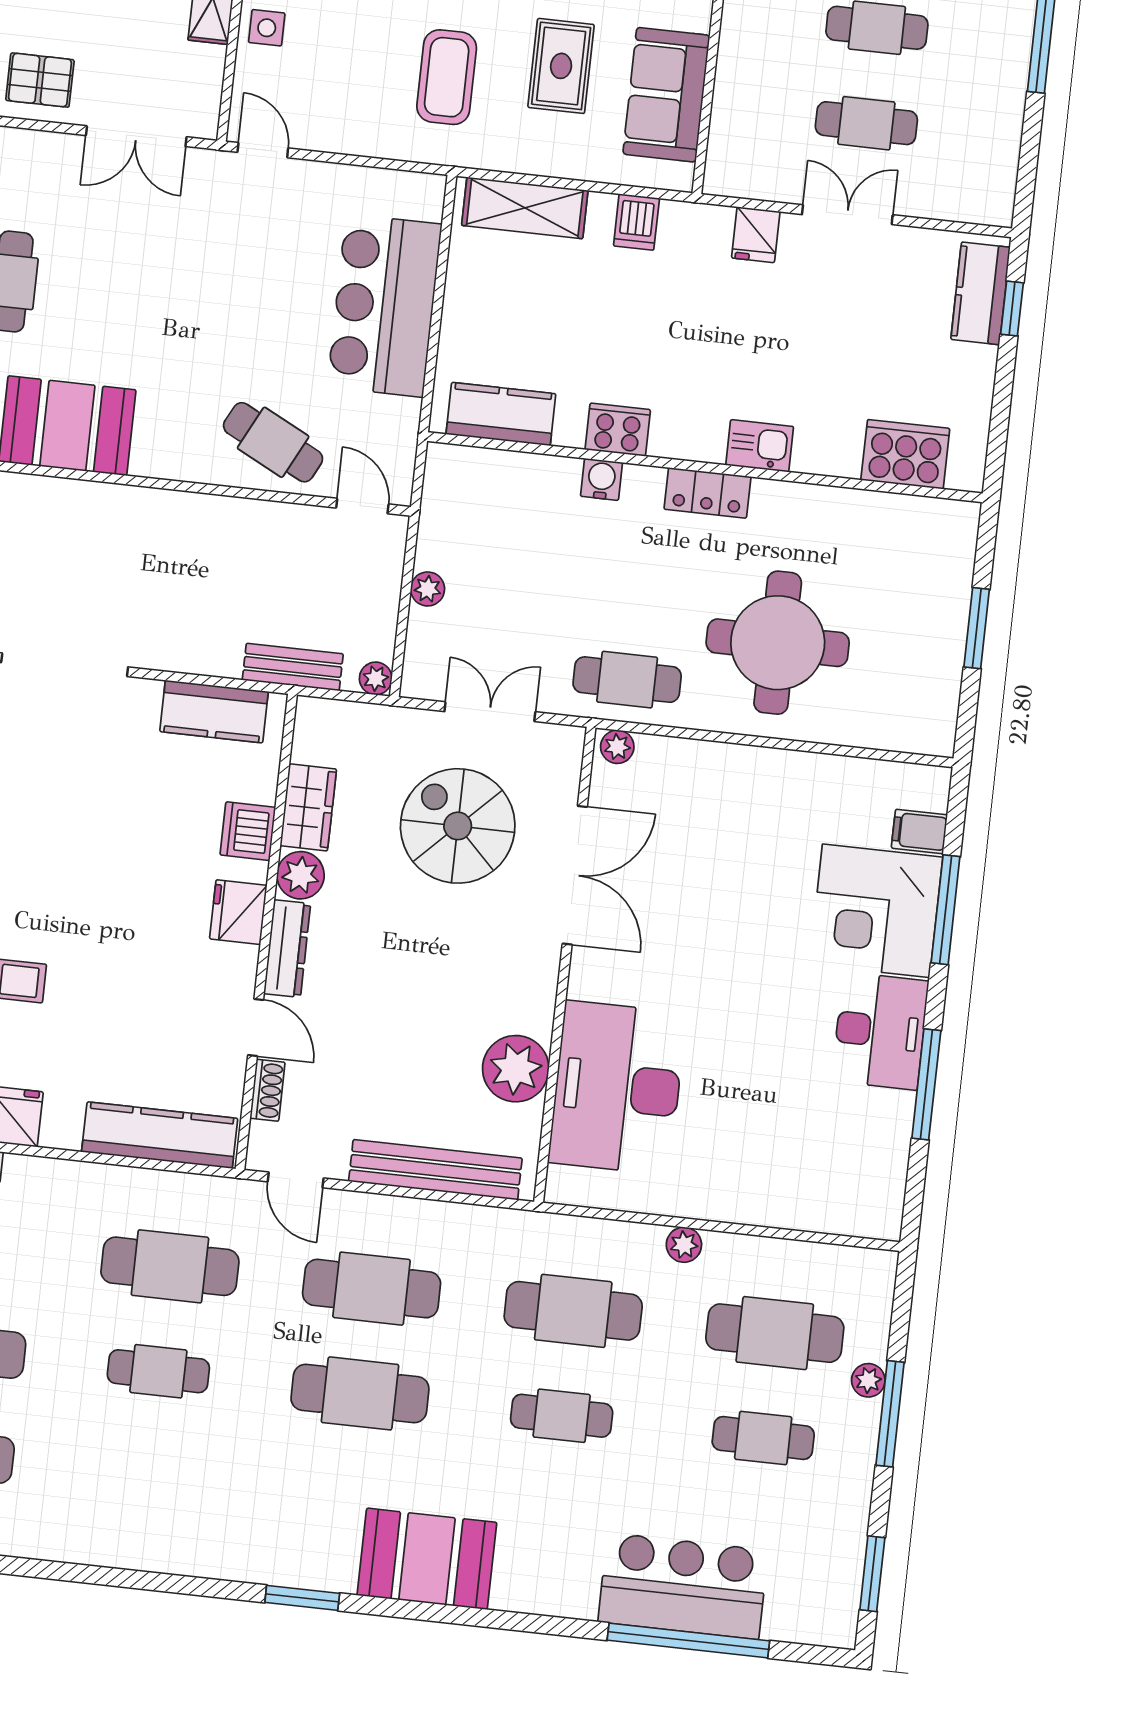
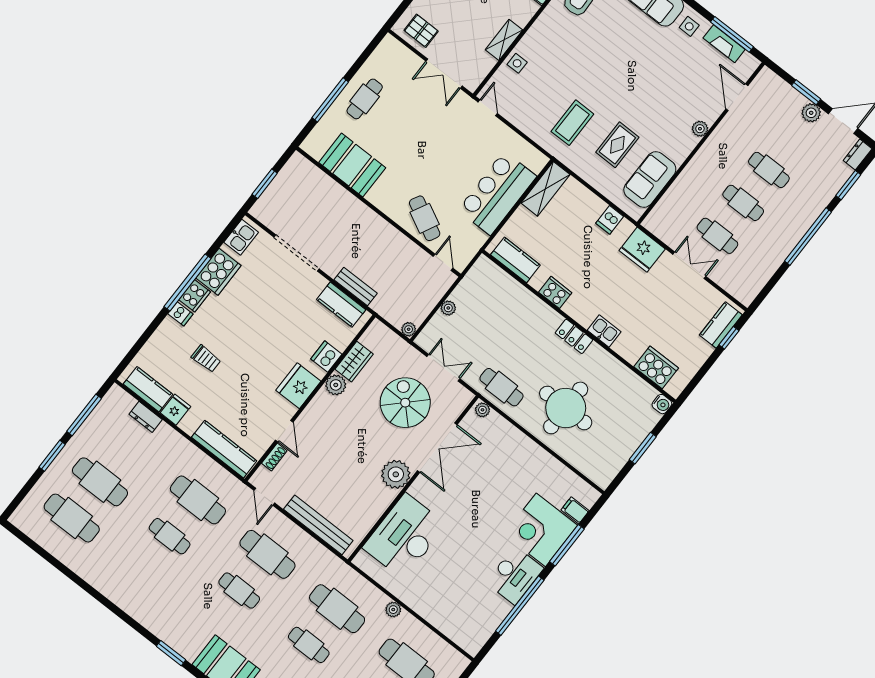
shelving: (525, 208) -> (545, 189), moved, turned 90
fridge: (756, 235) -> (642, 250), width x1.88, depth x1.34
water cooler: (602, 479) -> (662, 404), moved, turned 90
bench: (293, 667) -> (356, 287), moved
fridge: (238, 912) -> (298, 386), width x1.36, depth x1.34
dresser: (287, 949) -> (314, 409), removed
plant: (516, 1069) -> (396, 474), moved
window: (926, 1084) -> (520, 606), width x1.46
cafe table: (360, 1393) -> (239, 591), width x0.73, depth x0.74

